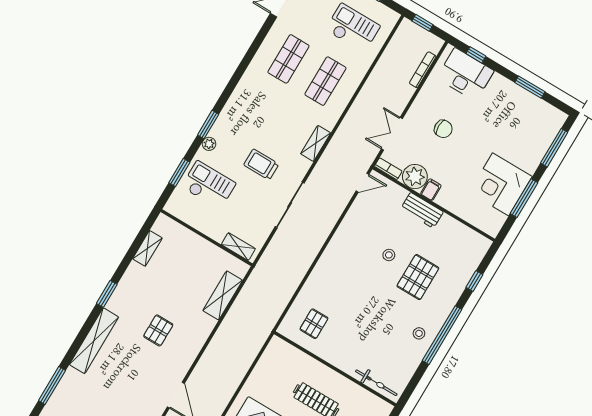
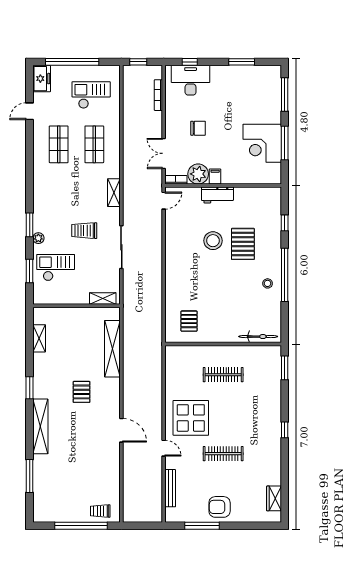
stool: (389, 255) -> (213, 241), width x1.89, depth x1.89
shelving: (223, 295) -> (112, 349), width x1.47

